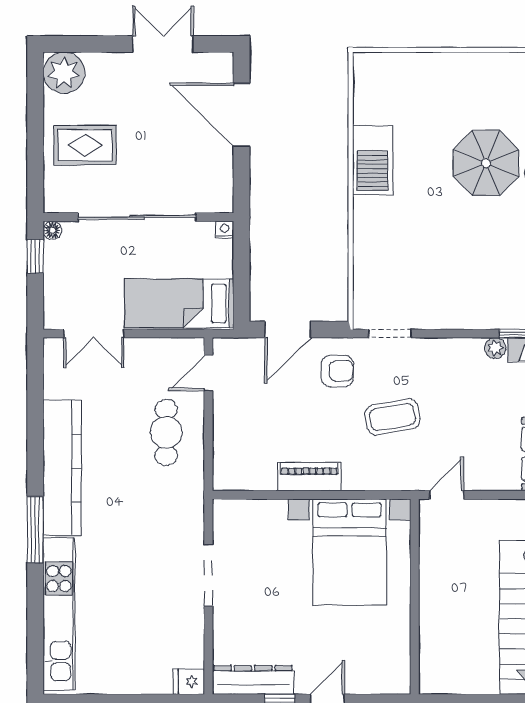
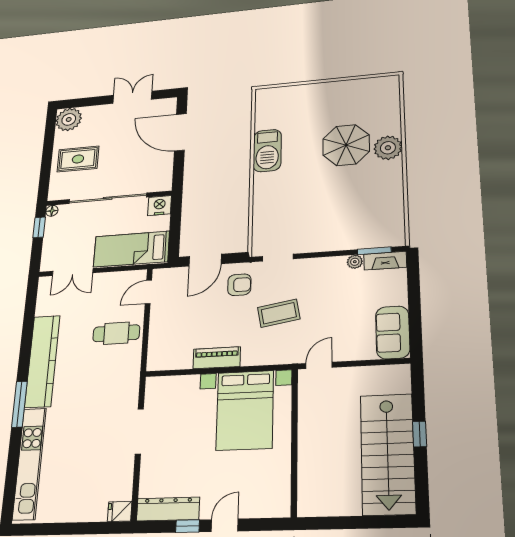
nightstand: (225, 230) -> (160, 206), width x1.89, depth x1.79
cafe table: (166, 432) -> (116, 333), turned 90

